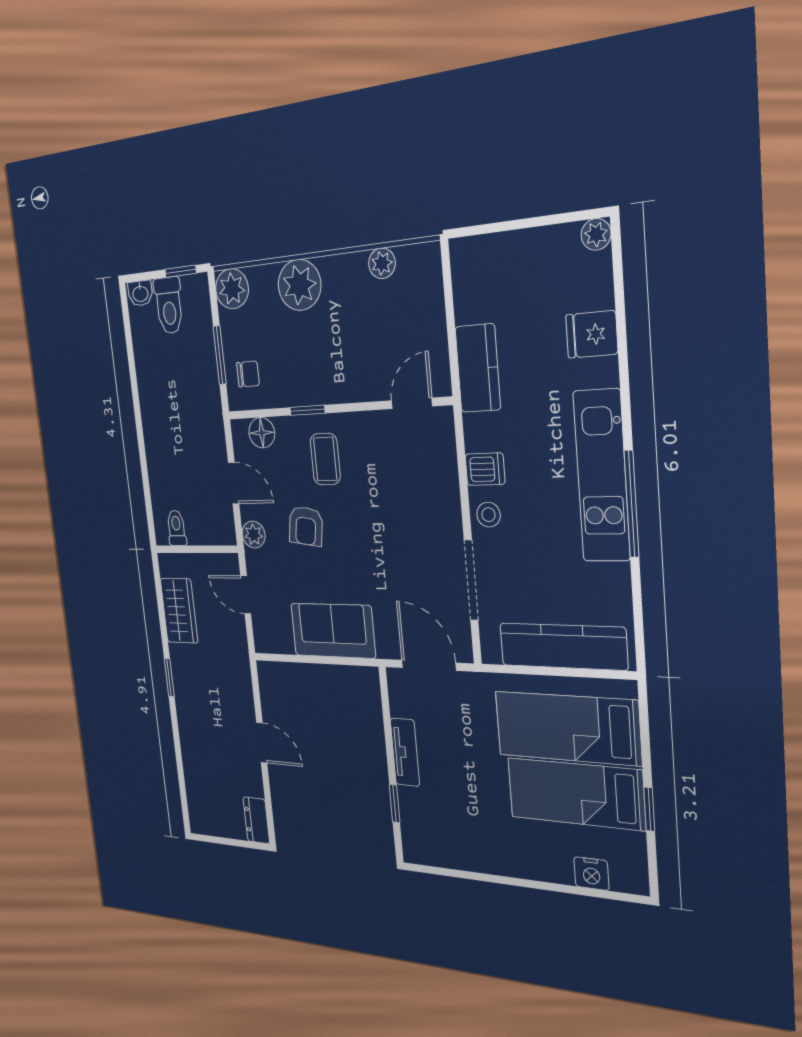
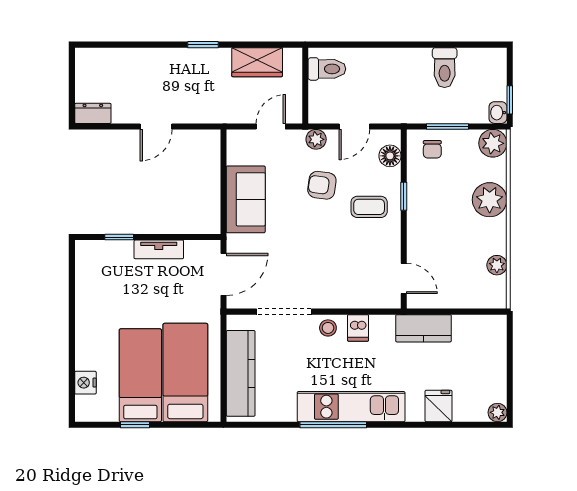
washbasin: (140, 293) -> (498, 113), moved
toilet: (169, 305) -> (445, 68), moved, turned -90
toilet: (176, 528) -> (327, 69), width x1.37, depth x1.39

